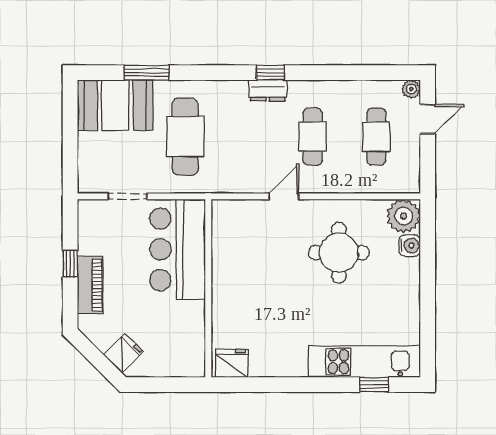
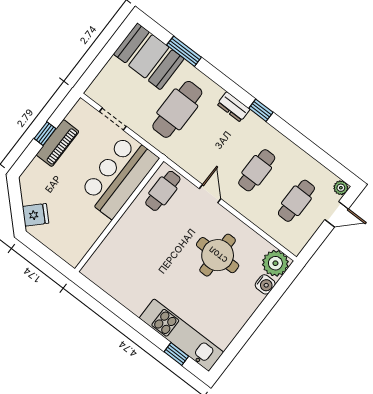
dresser: (268, 90) -> (234, 107), moved
door: (284, 196) -> (210, 194), hinge flipped
cafe table: (234, 230) -> (163, 191), added
piano: (90, 285) -> (58, 143), moved
fridge: (232, 363) -> (98, 273), removed

